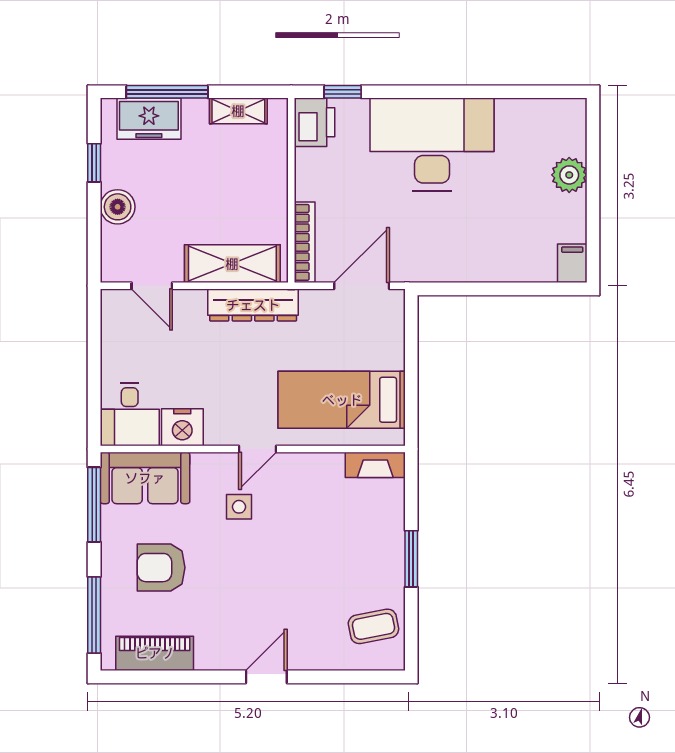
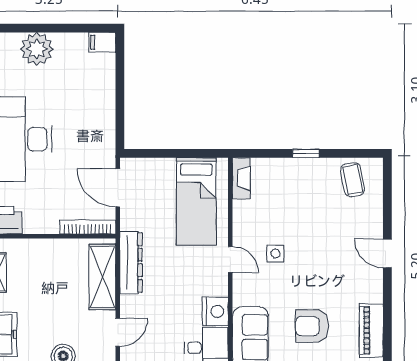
plant: (569, 175) -> (37, 49), width x1.36, depth x1.36
side table: (239, 507) -> (275, 254), moved
window: (411, 559) -> (306, 153), width x0.67
armchair: (161, 568) -> (312, 326), turned 90

